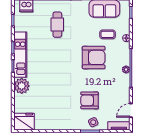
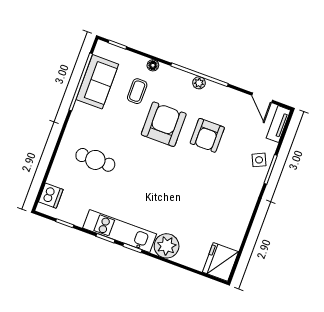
armchair: (89, 100) -> (207, 135), moved

